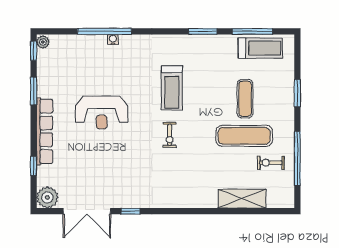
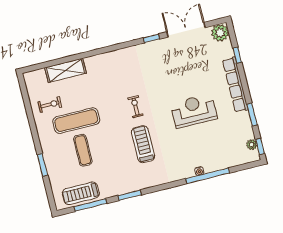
plant: (43, 42) -> (252, 145), moved
window: (297, 159) -> (30, 113), removed

